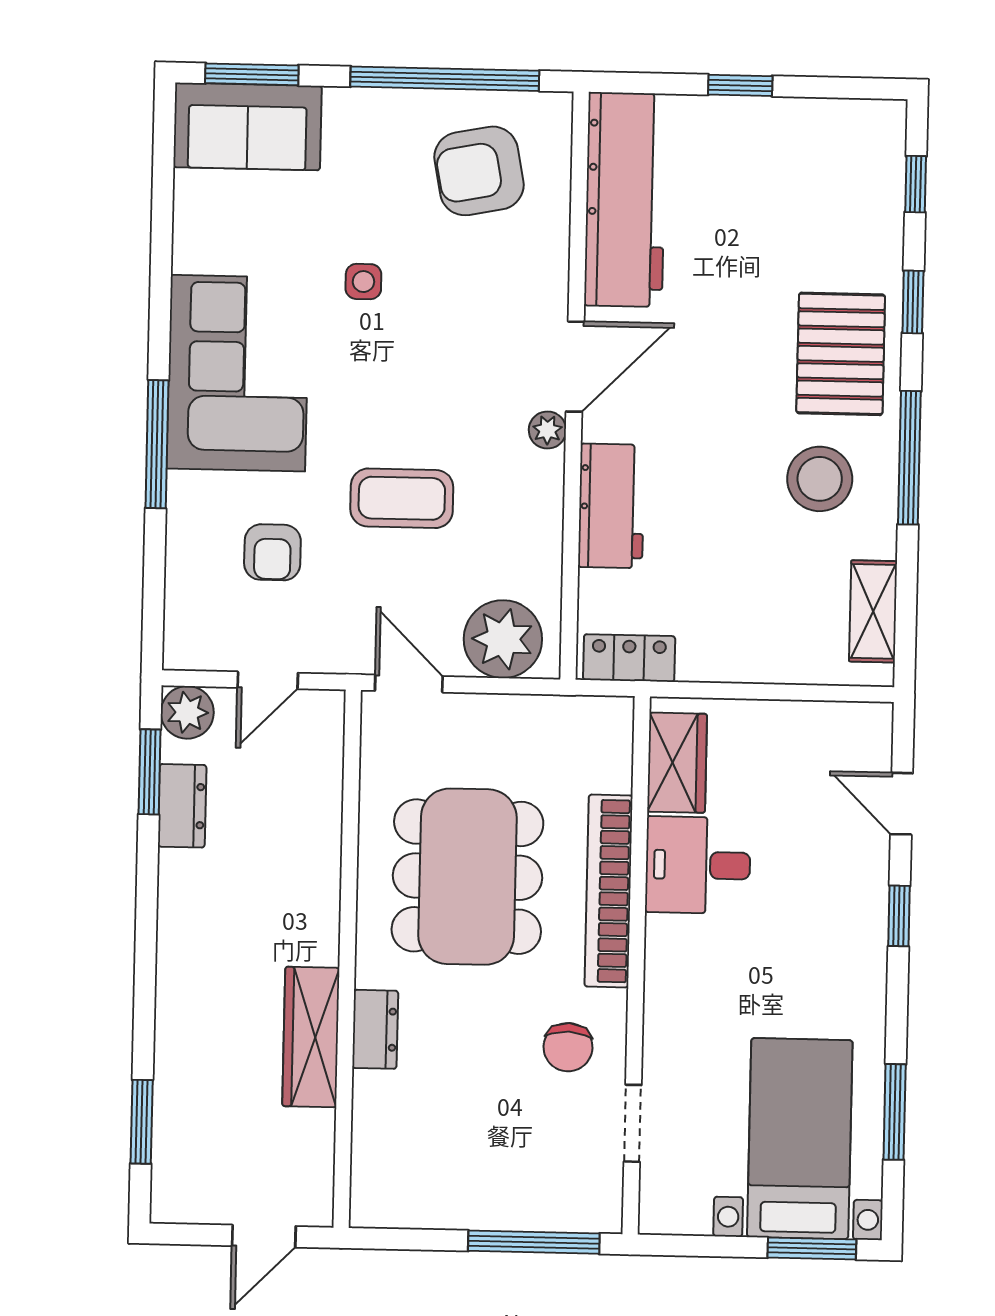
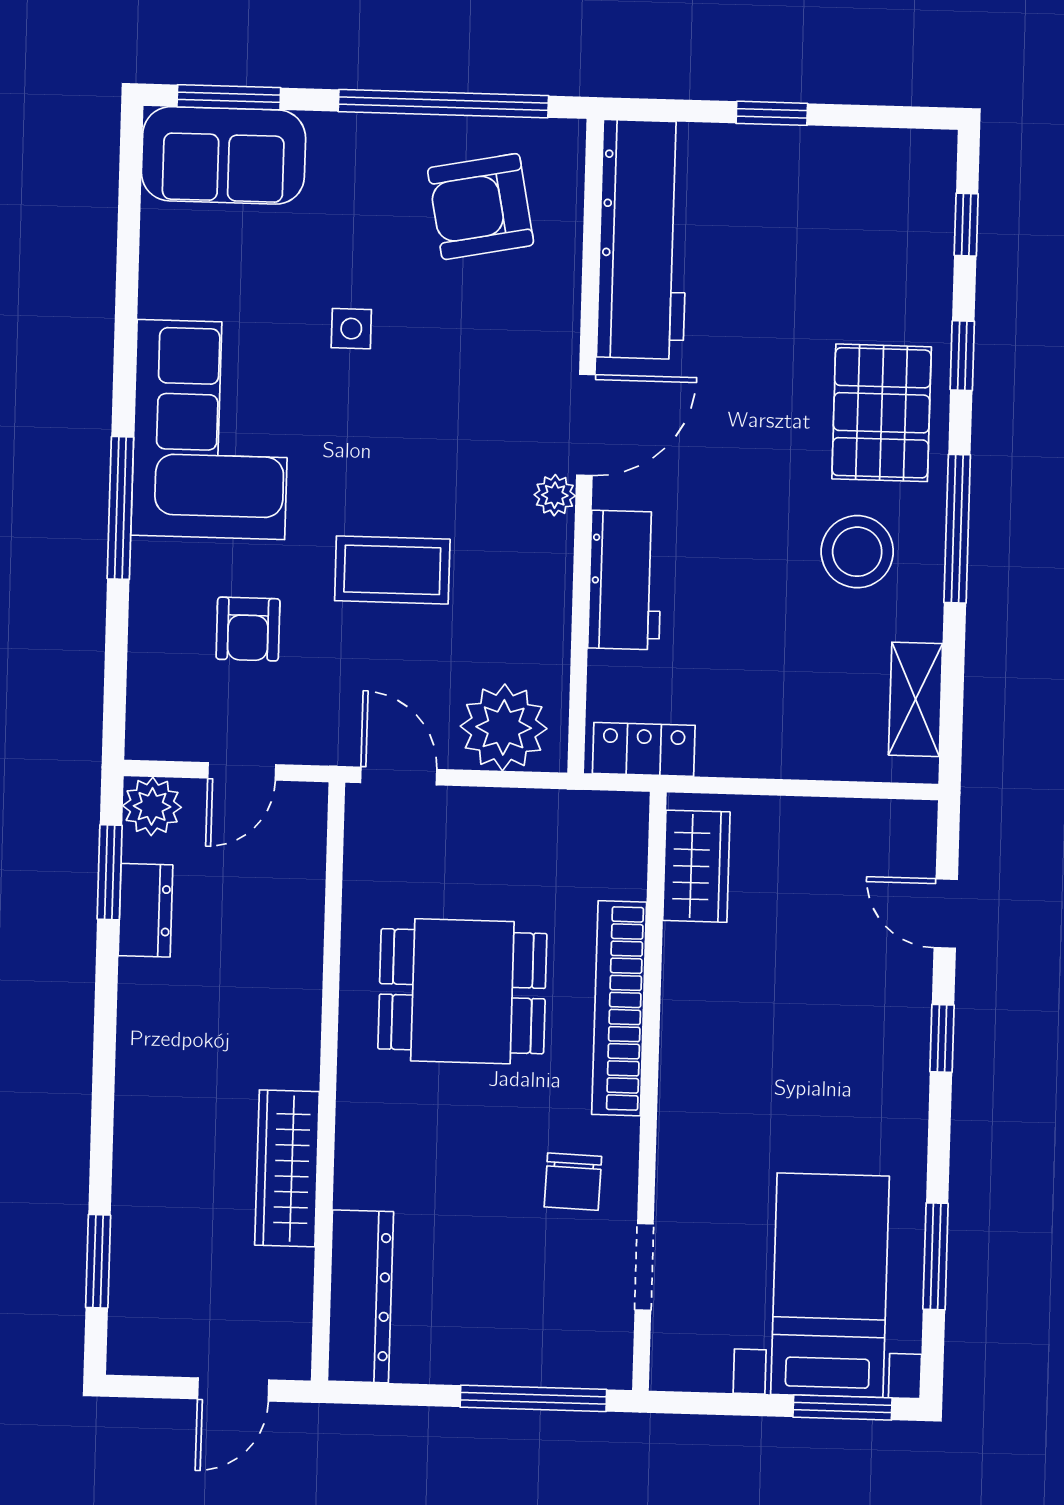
desk: (698, 865) -> (719, 980), removed
dining table: (467, 877) -> (462, 991), width x0.73
dresser: (375, 1029) -> (360, 1296), moved, width x1.96, depth x1.24

